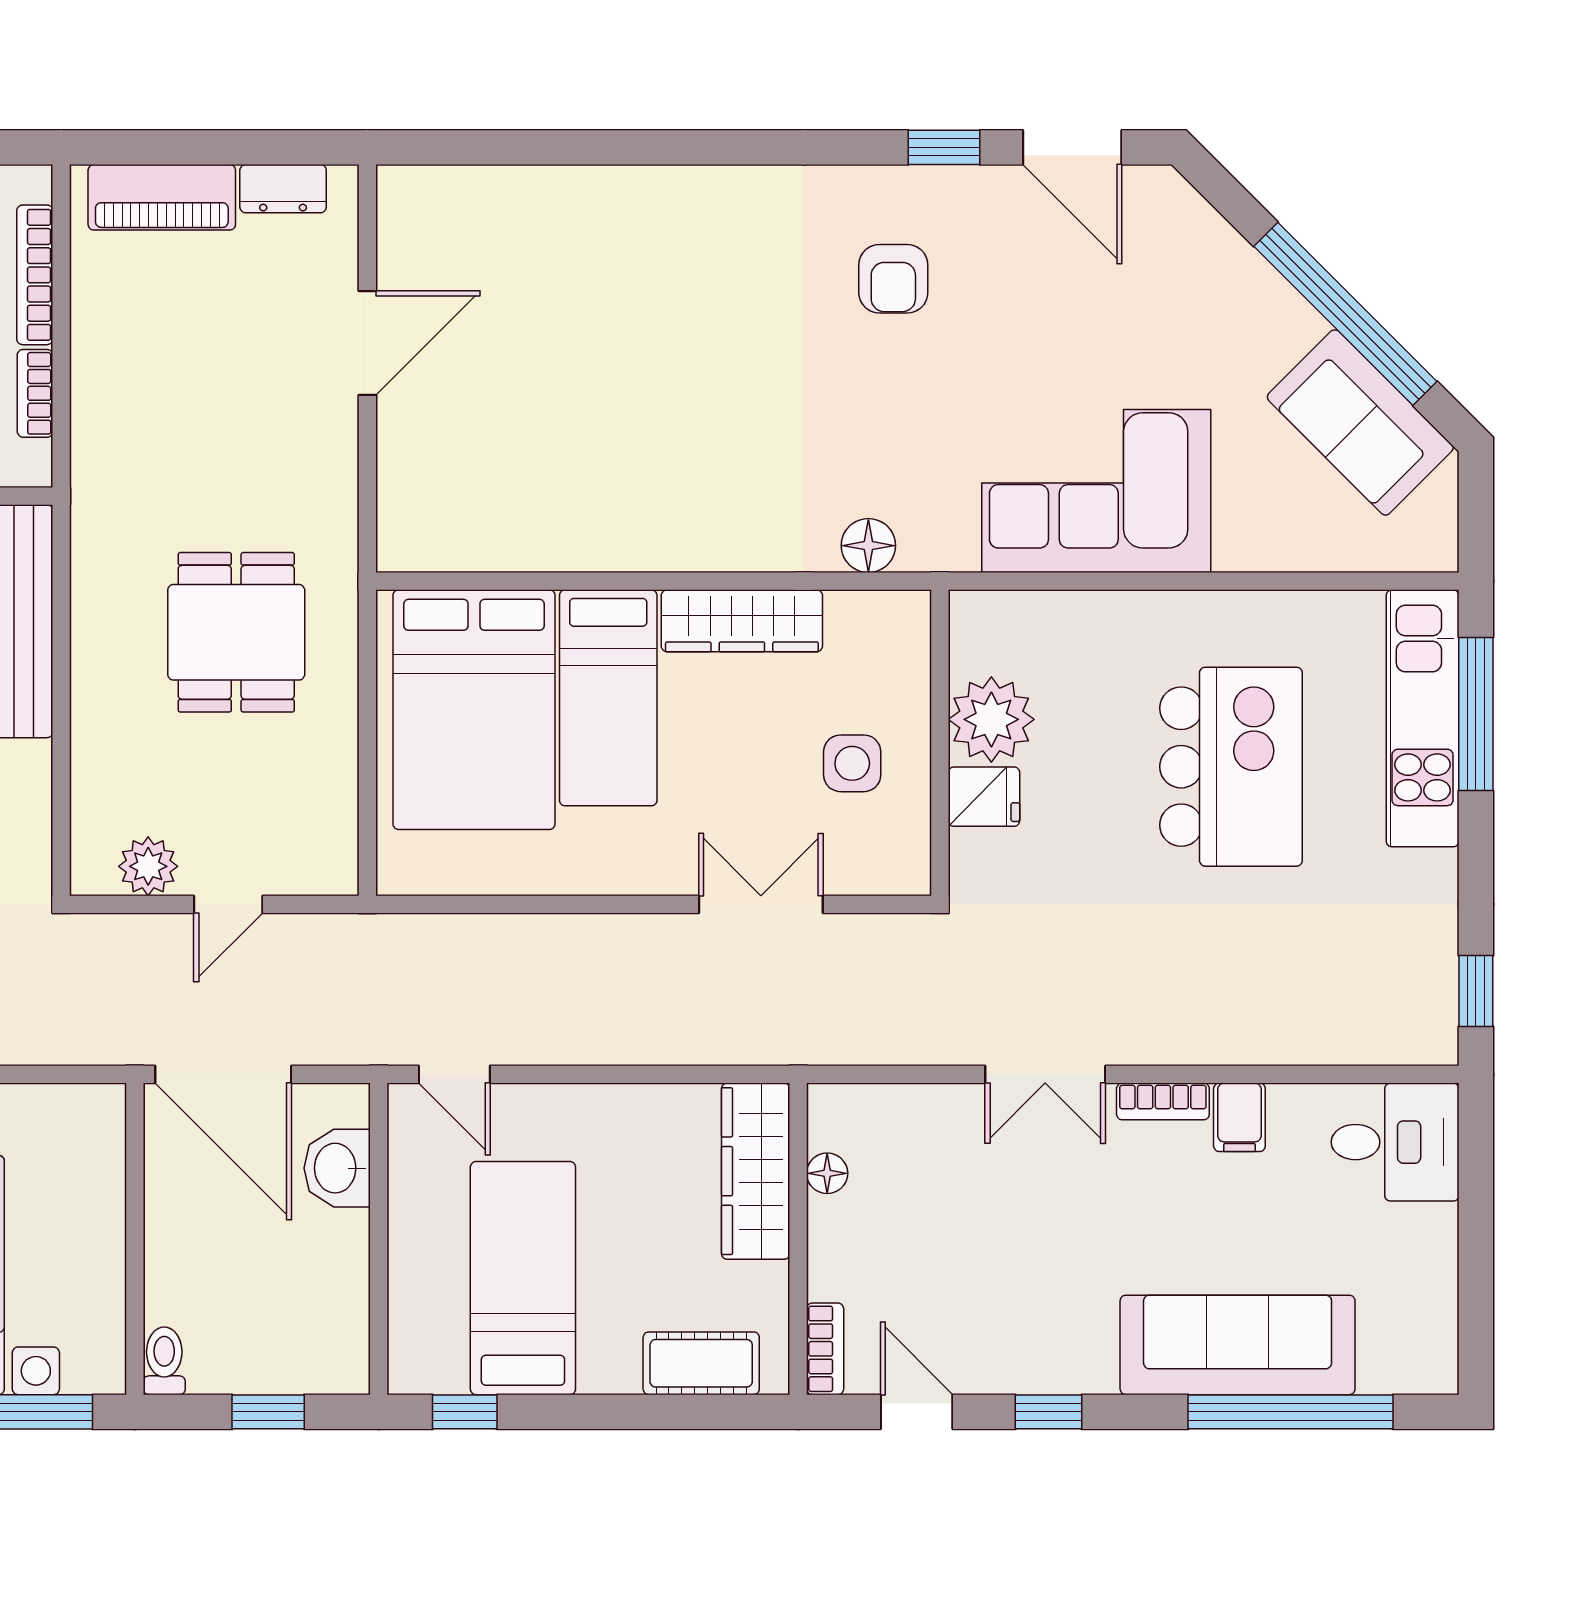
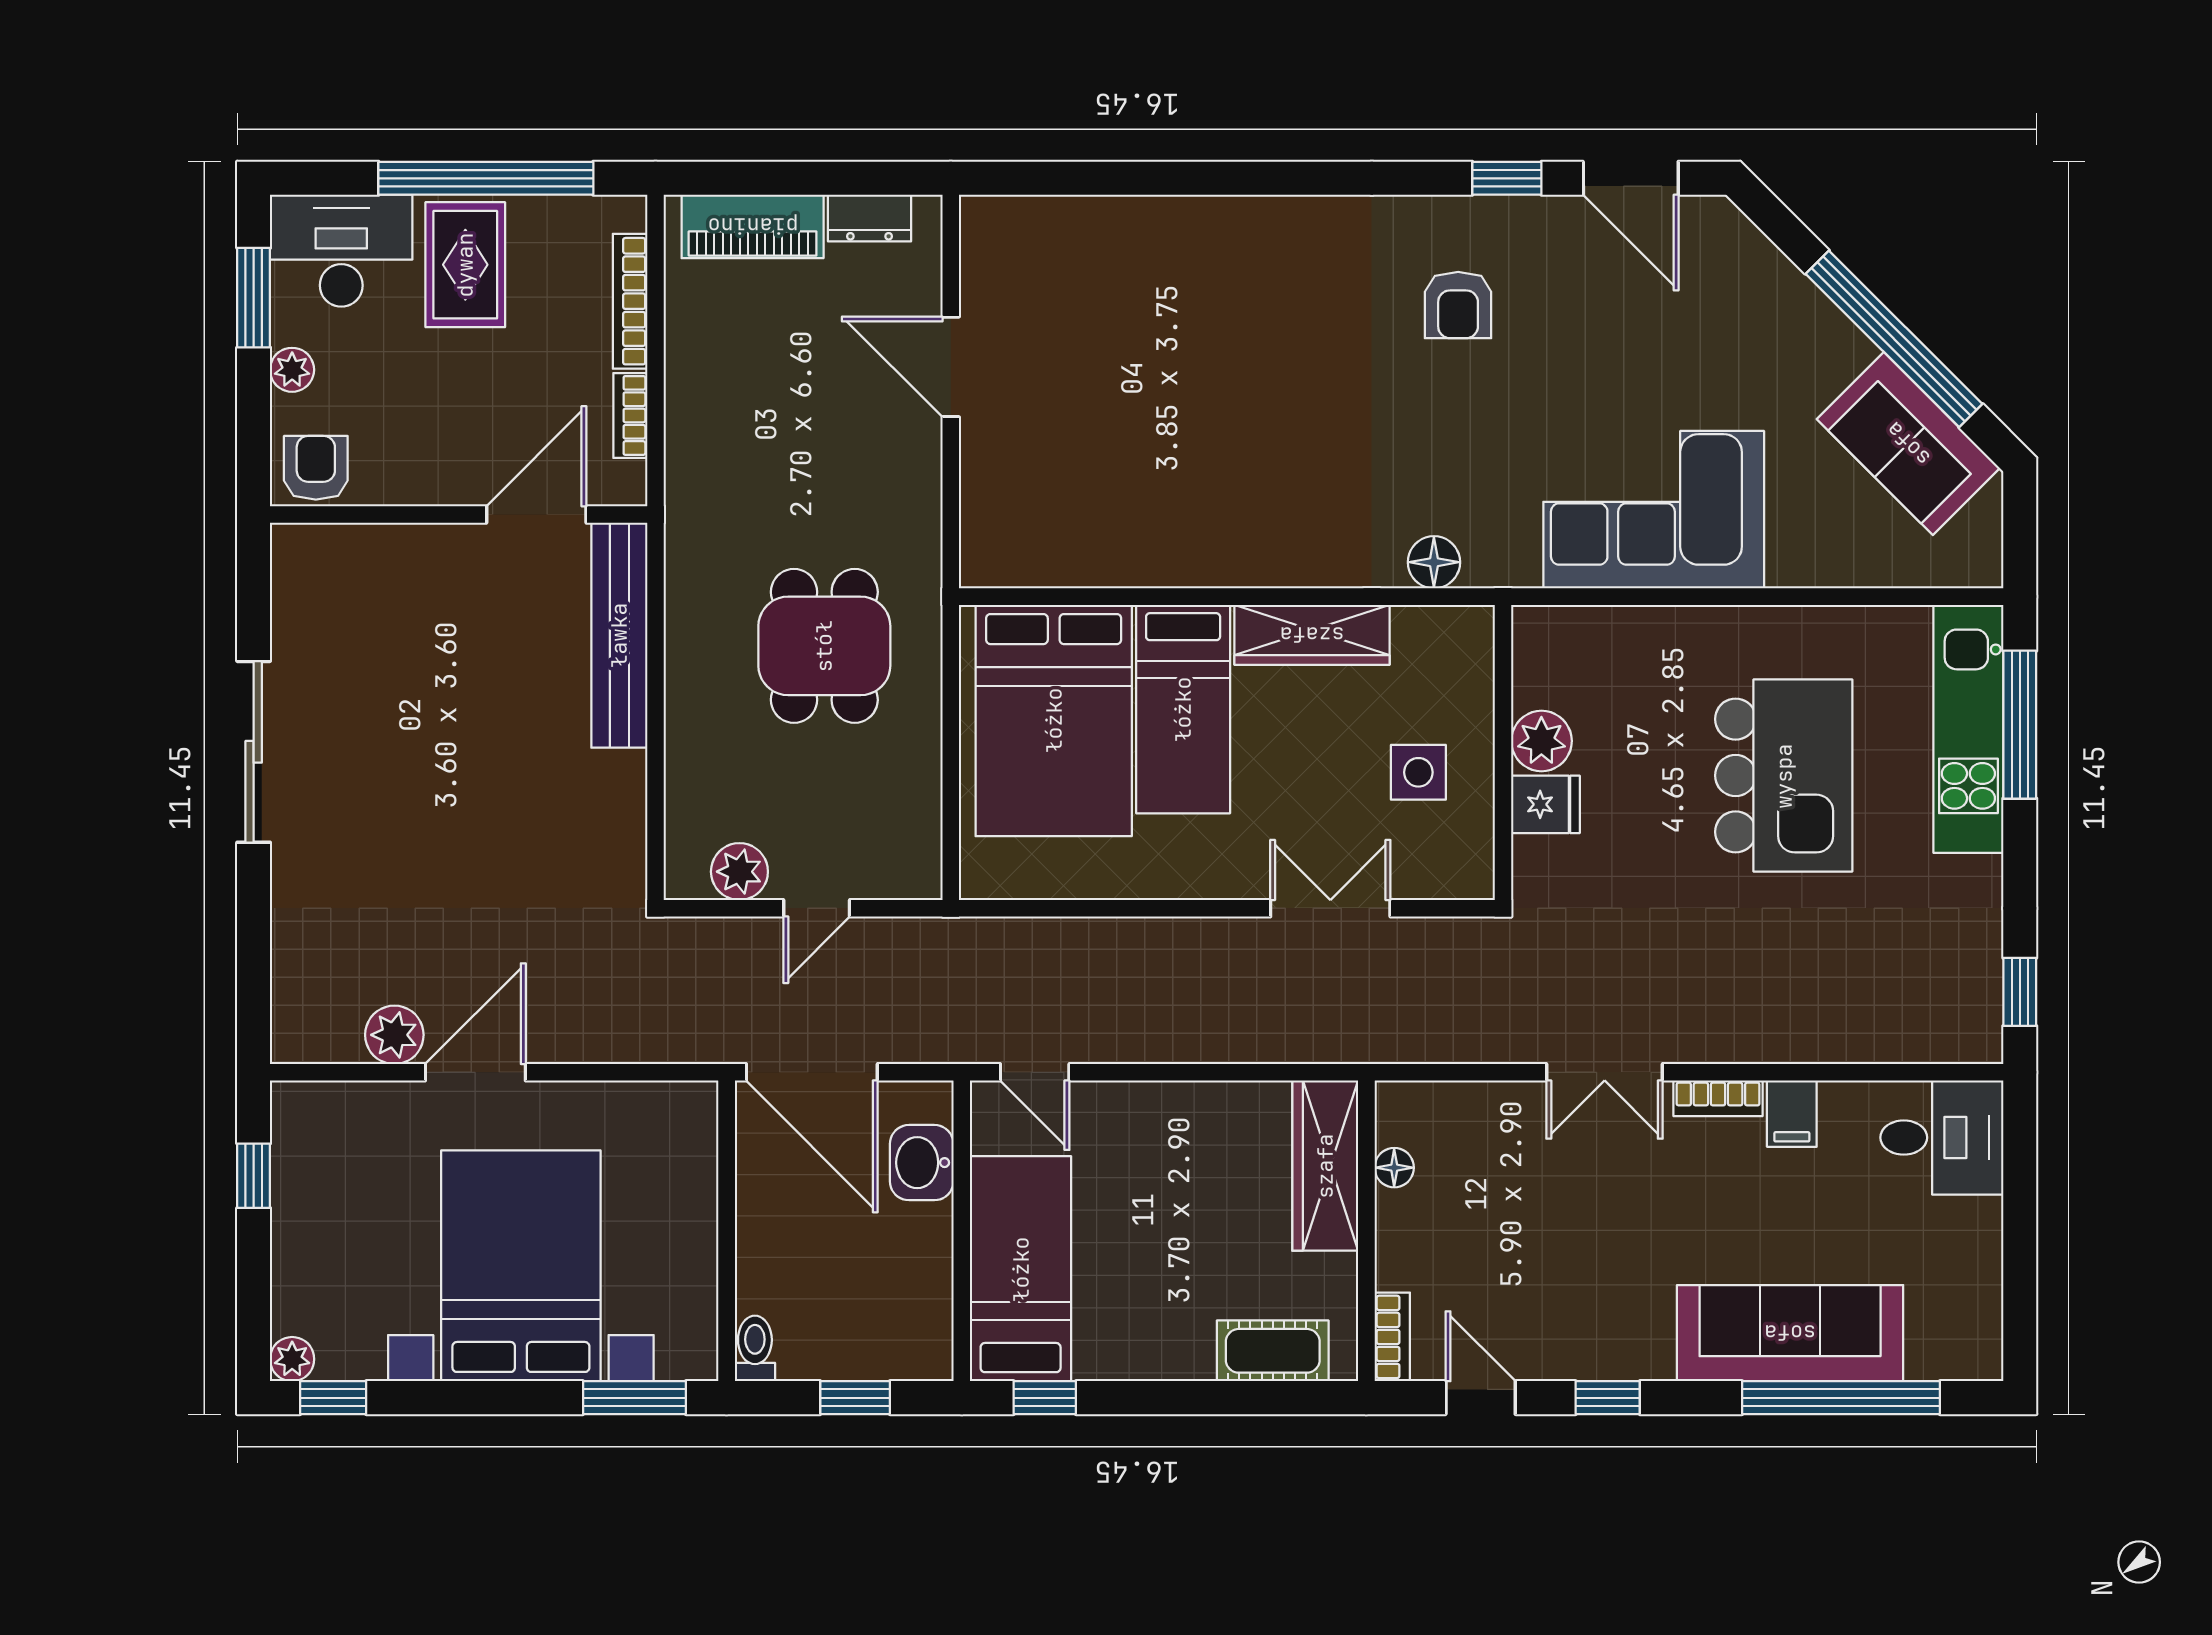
door: (367, 343) -> (951, 367), swing flipped
plant: (991, 719) -> (1541, 741), width x0.73, depth x0.73
bed: (523, 1278) -> (1021, 1269), moved

